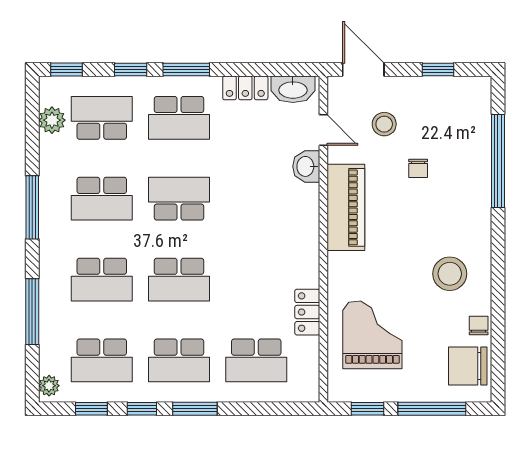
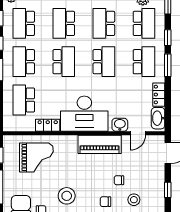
school desk: (179, 118) -> (144, 62), turned 180
stool: (384, 124) -> (134, 200), moved
chair: (461, 196) -> (105, 202), added
desk: (284, 238) -> (84, 114), added
school desk: (179, 280) -> (64, 62), turned 180

